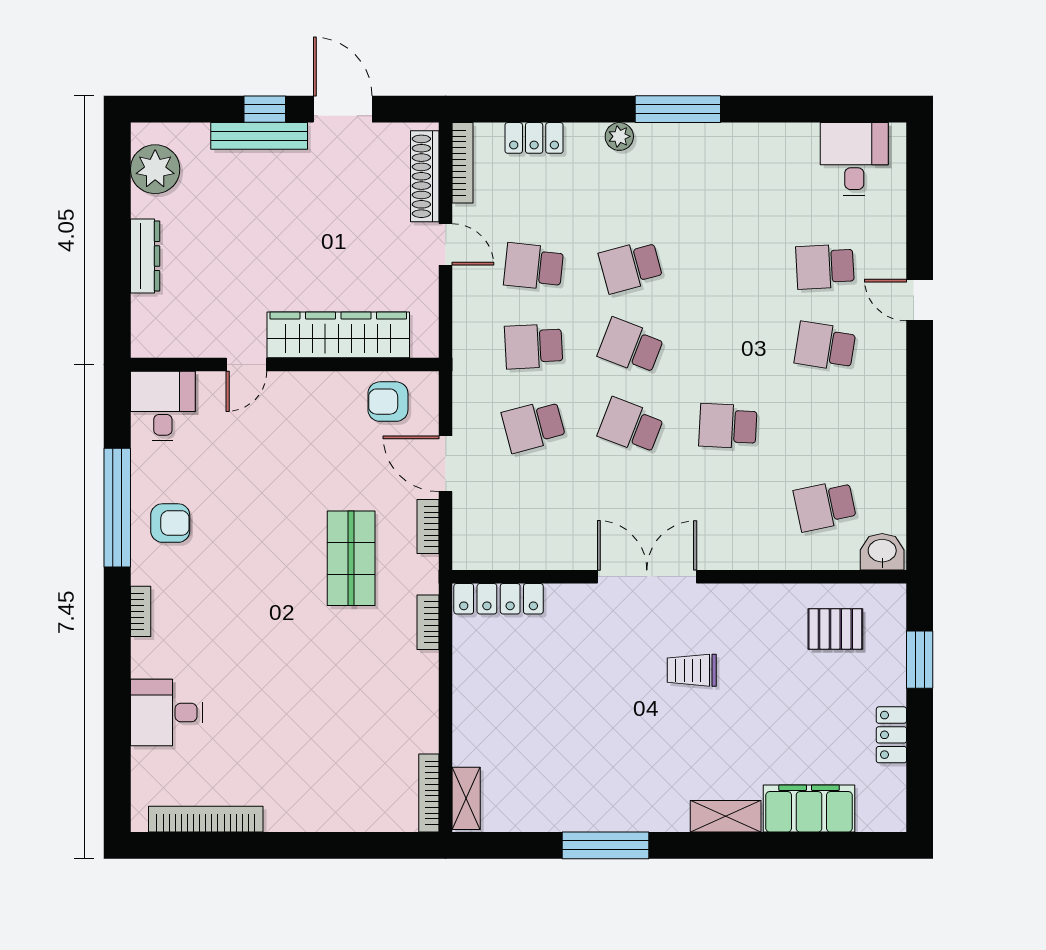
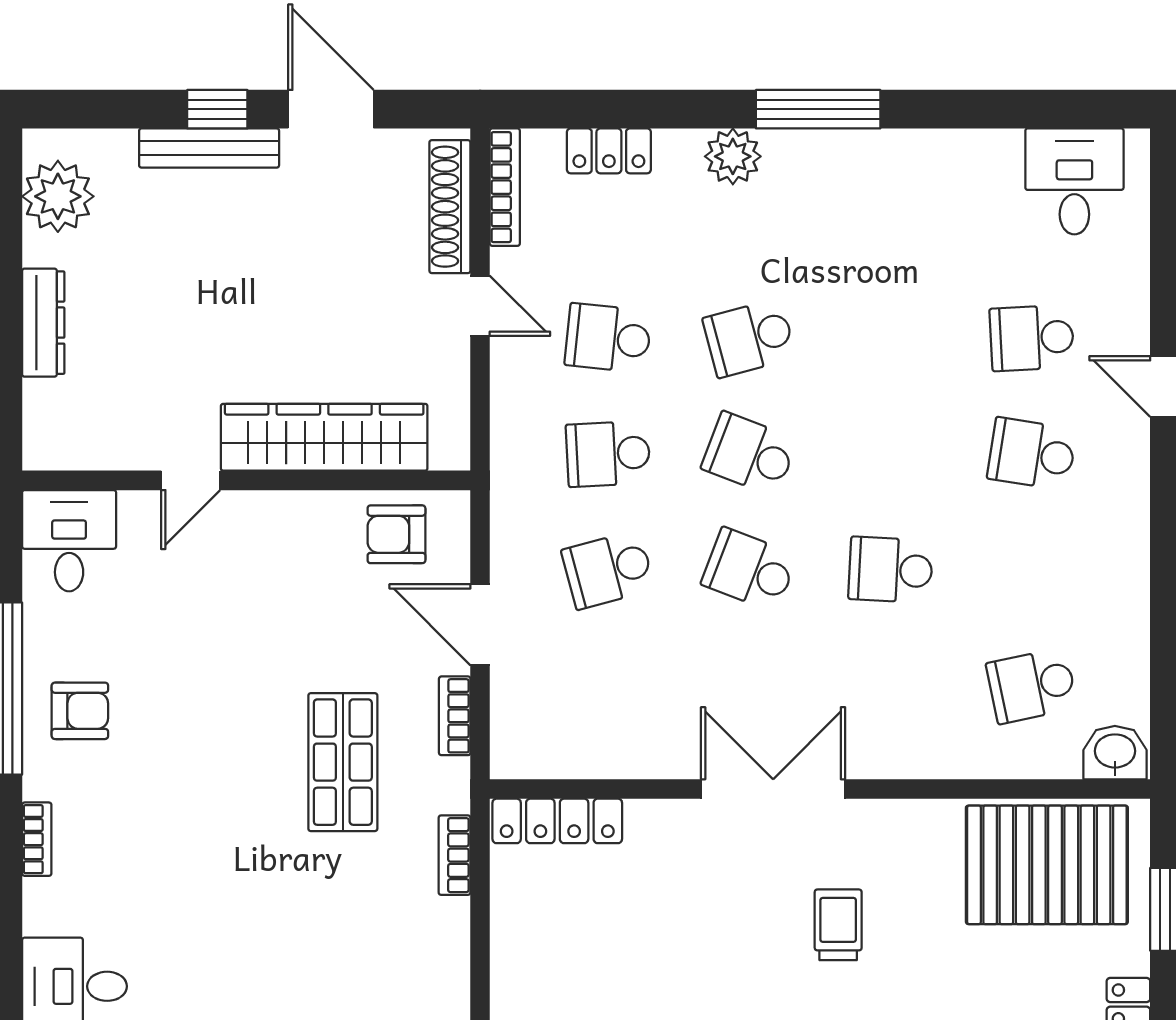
plant: (619, 136) -> (733, 156), width x1.38, depth x1.38
pallet: (835, 629) -> (1047, 865), width x2.05, depth x2.00
trolley: (692, 670) -> (838, 925), turned 90

